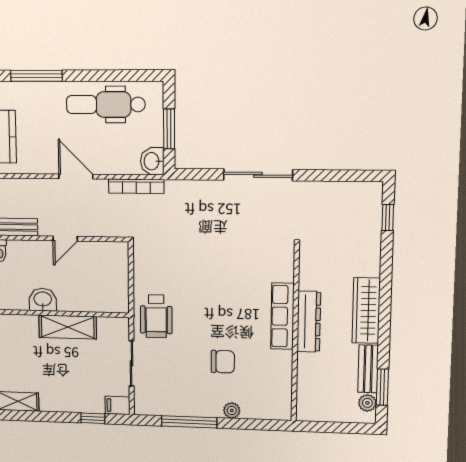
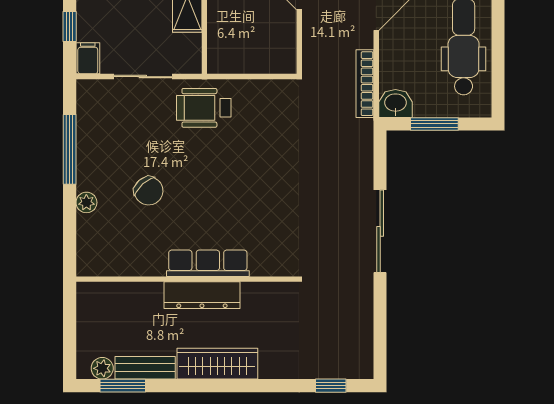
chair: (223, 362) -> (149, 191), turned -42

